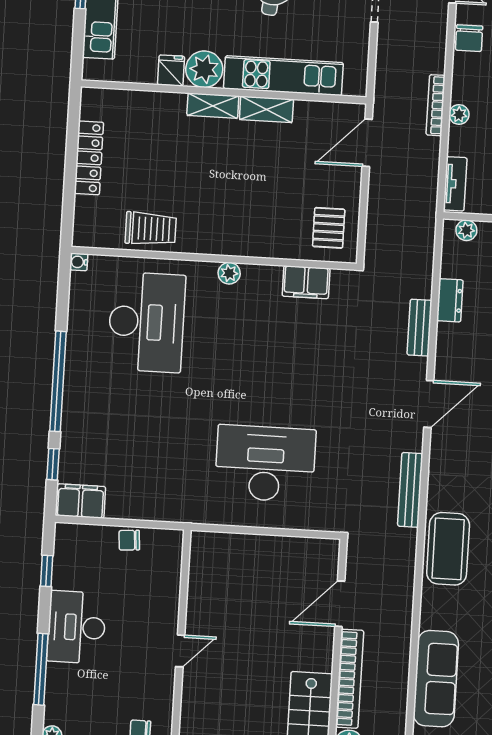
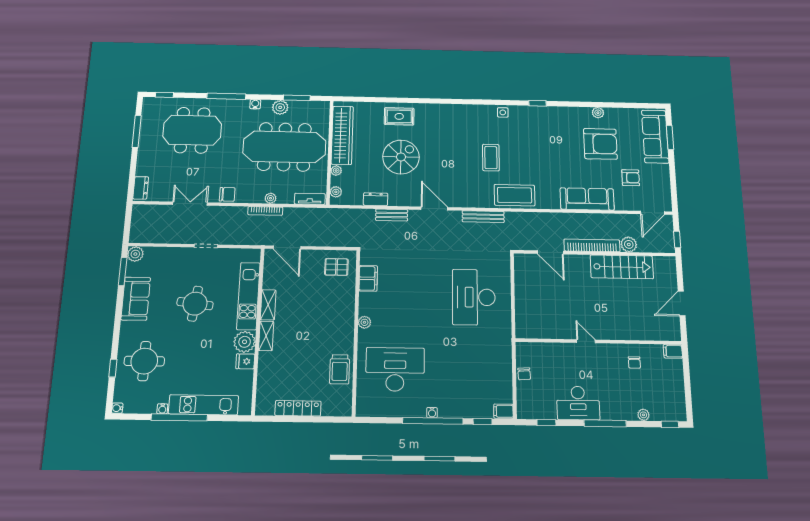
trolley: (151, 229) -> (340, 369), turned 180
water cooler: (79, 262) -> (432, 413), moved
filing cabinet: (81, 501) -> (503, 411), width x0.50

